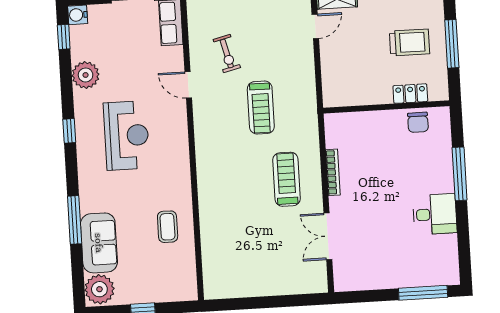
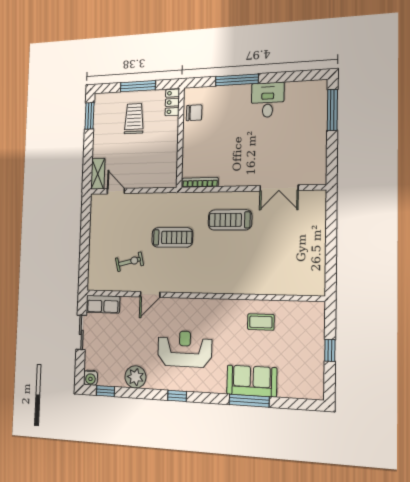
locker: (410, 94) -> (172, 102), moved
bookcase: (333, 172) -> (200, 182), moved
sofa: (99, 243) -> (252, 381), moved
plant: (99, 289) -> (310, 386), removed

